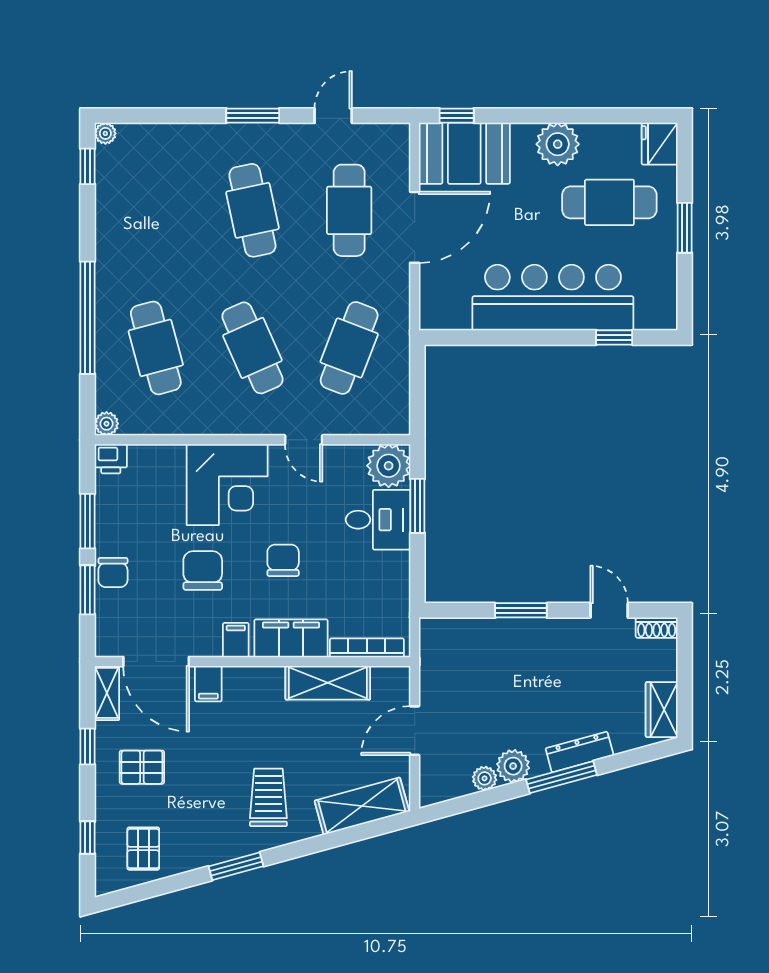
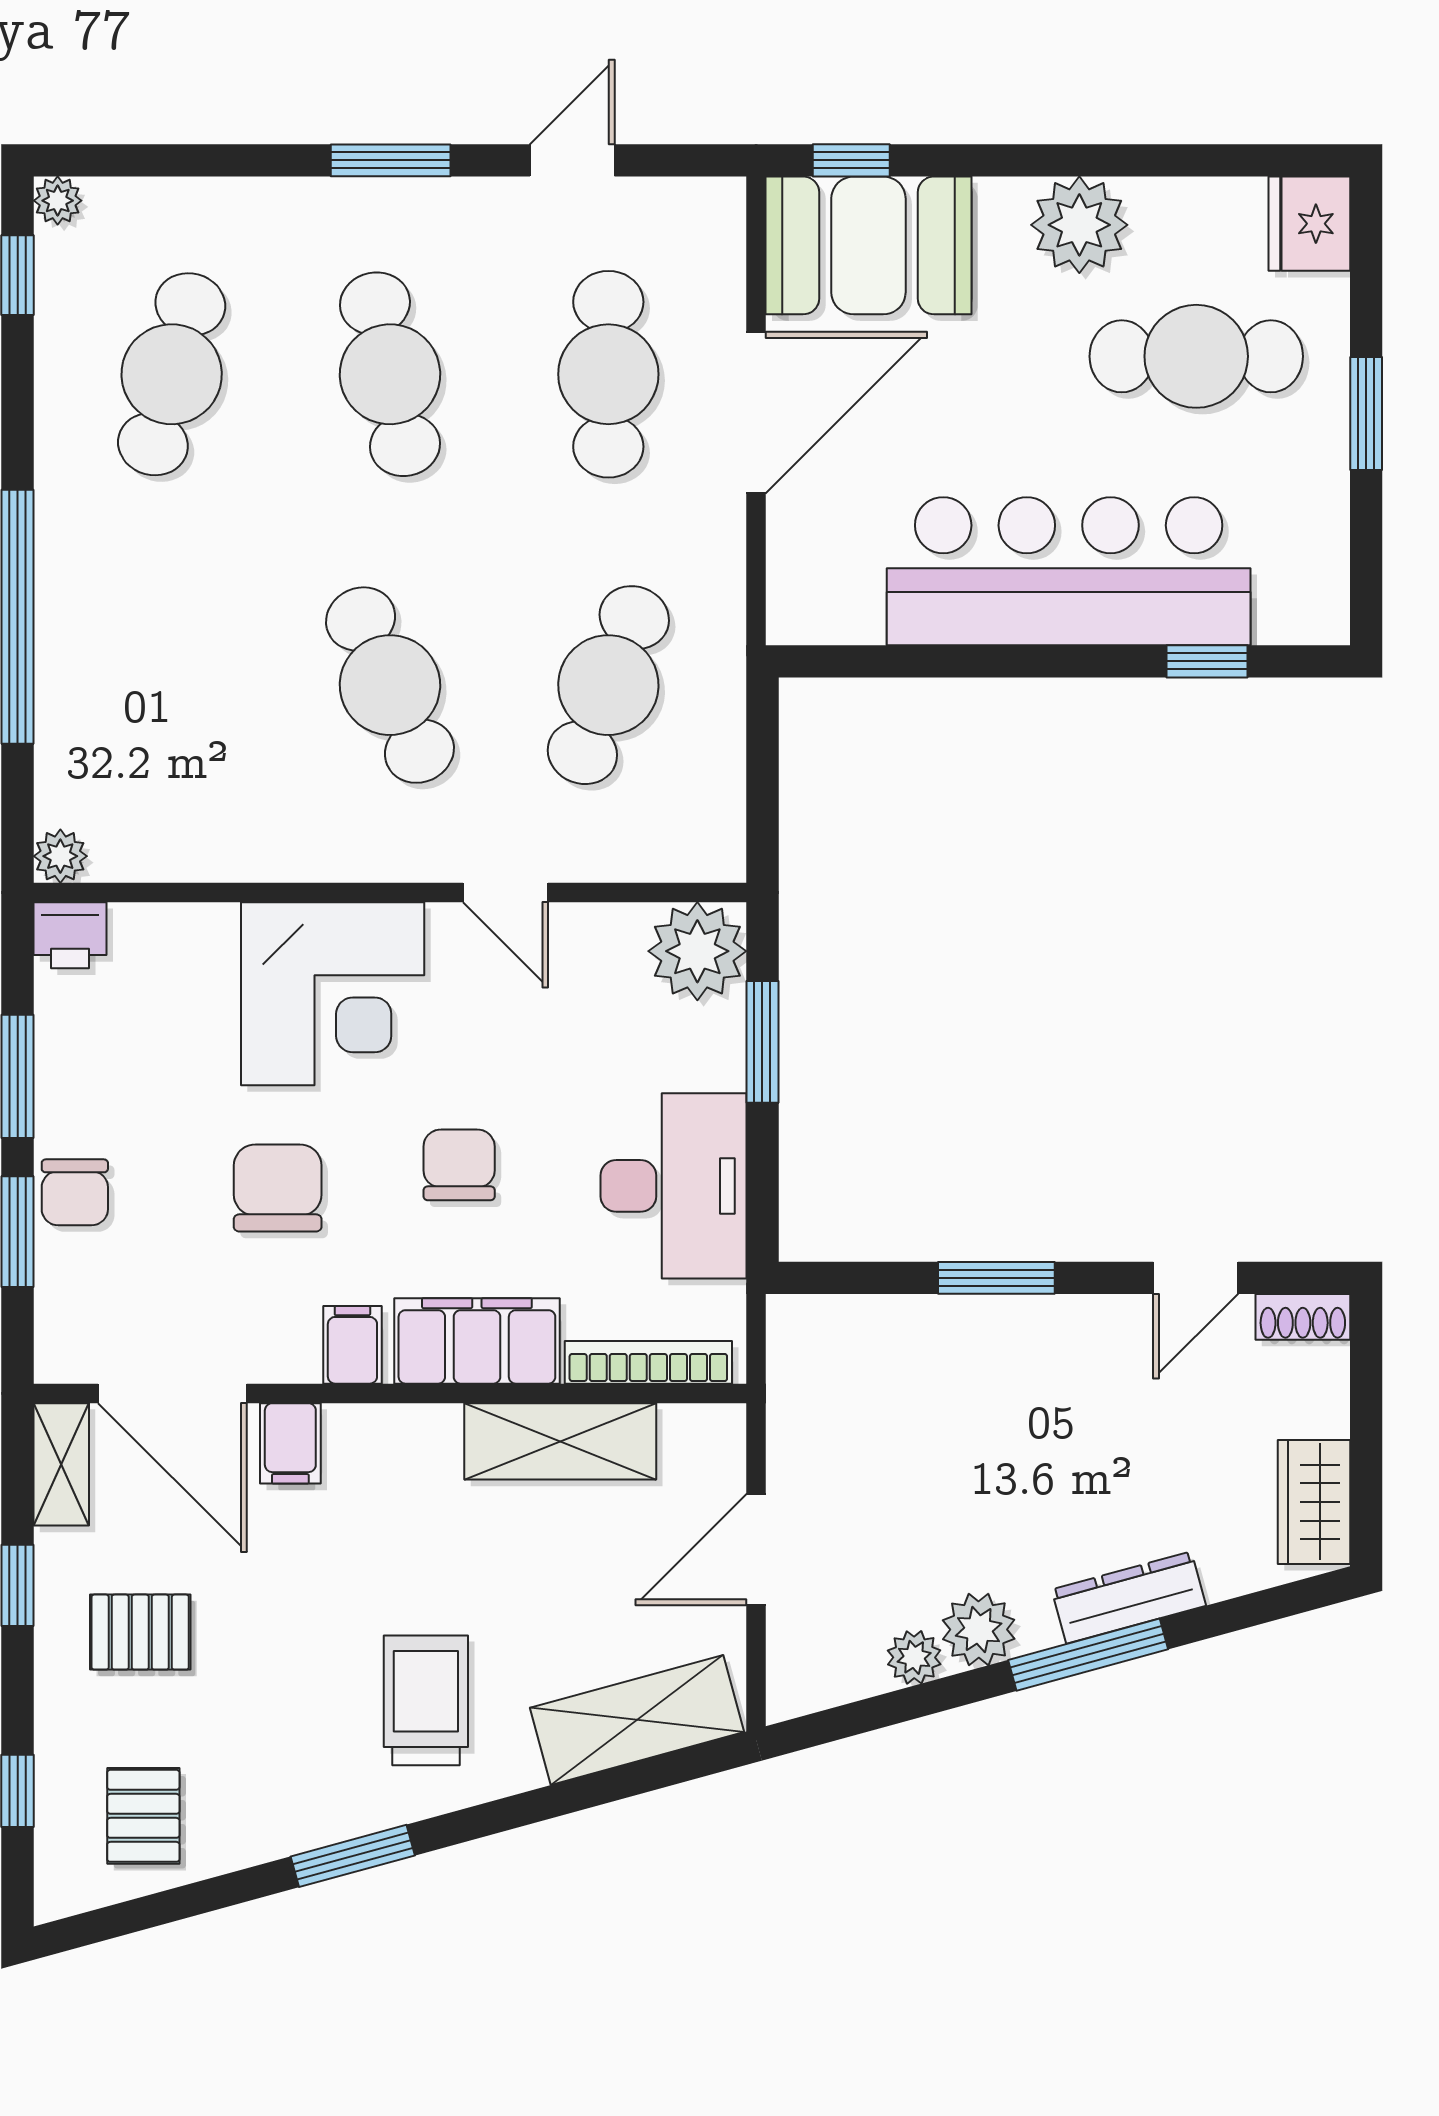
cafe table: (156, 348) -> (172, 374), moved, turned 30
desk: (378, 520) -> (674, 1186), moved, width x1.37
door: (609, 610) -> (1196, 1278), swing flipped

